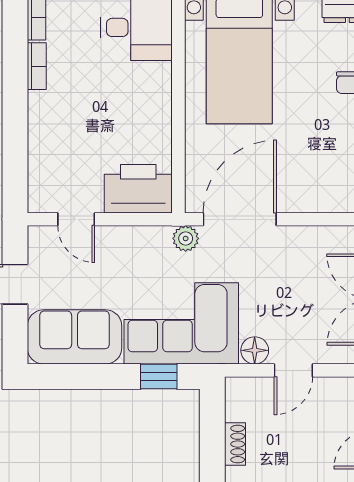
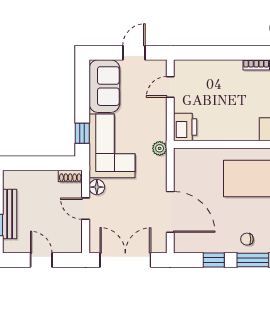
printer: (138, 189) -> (185, 127), width x0.73, depth x0.84
door: (240, 219) -> (170, 212), moved
shoe rack: (235, 444) -> (70, 176), moved

